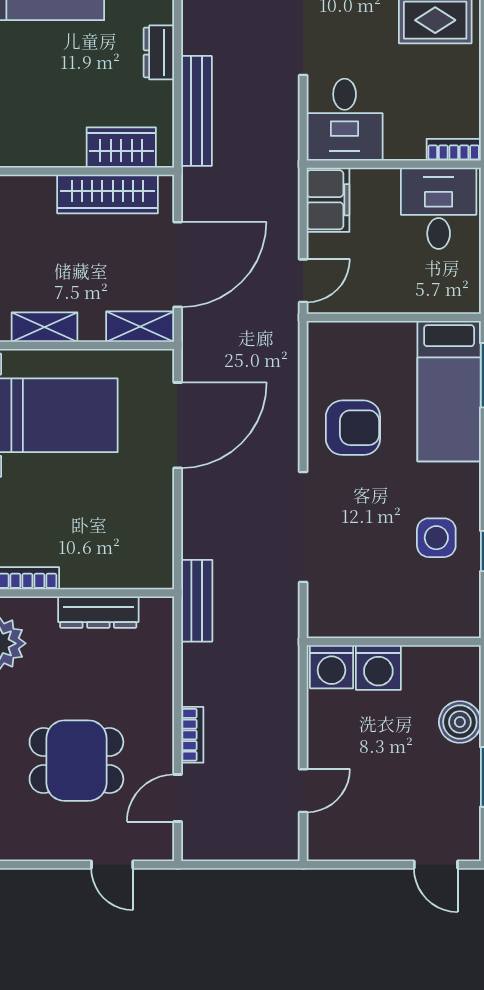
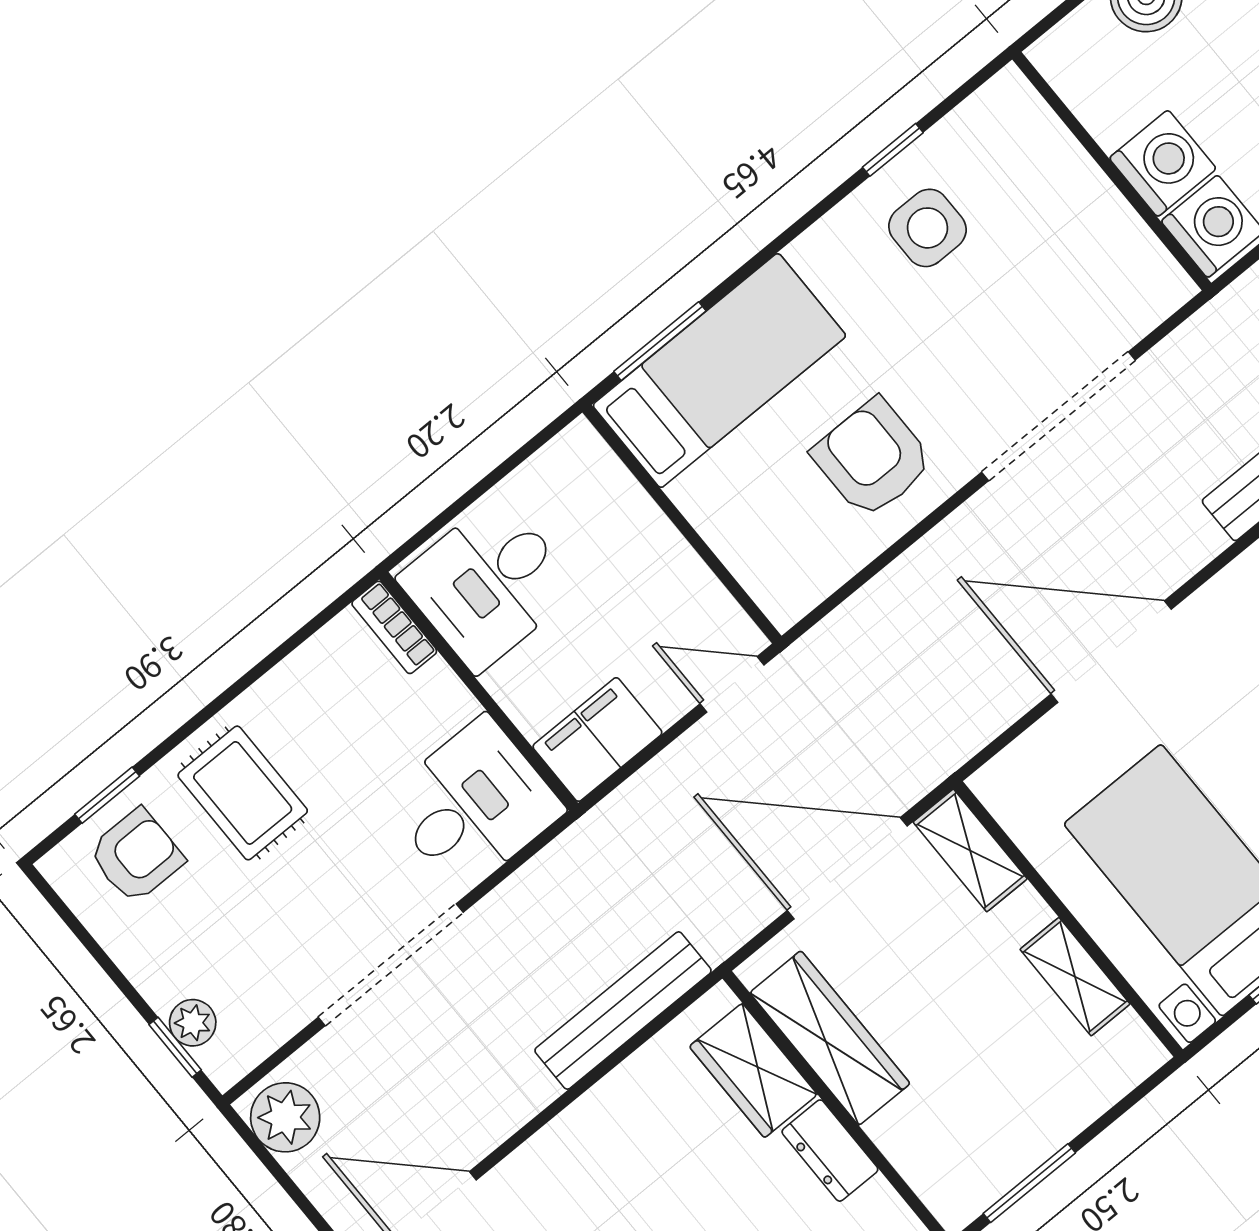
dresser: (159, 52) -> (830, 1151), moved, turned 90
door: (178, 425) -> (1111, 652), moved

